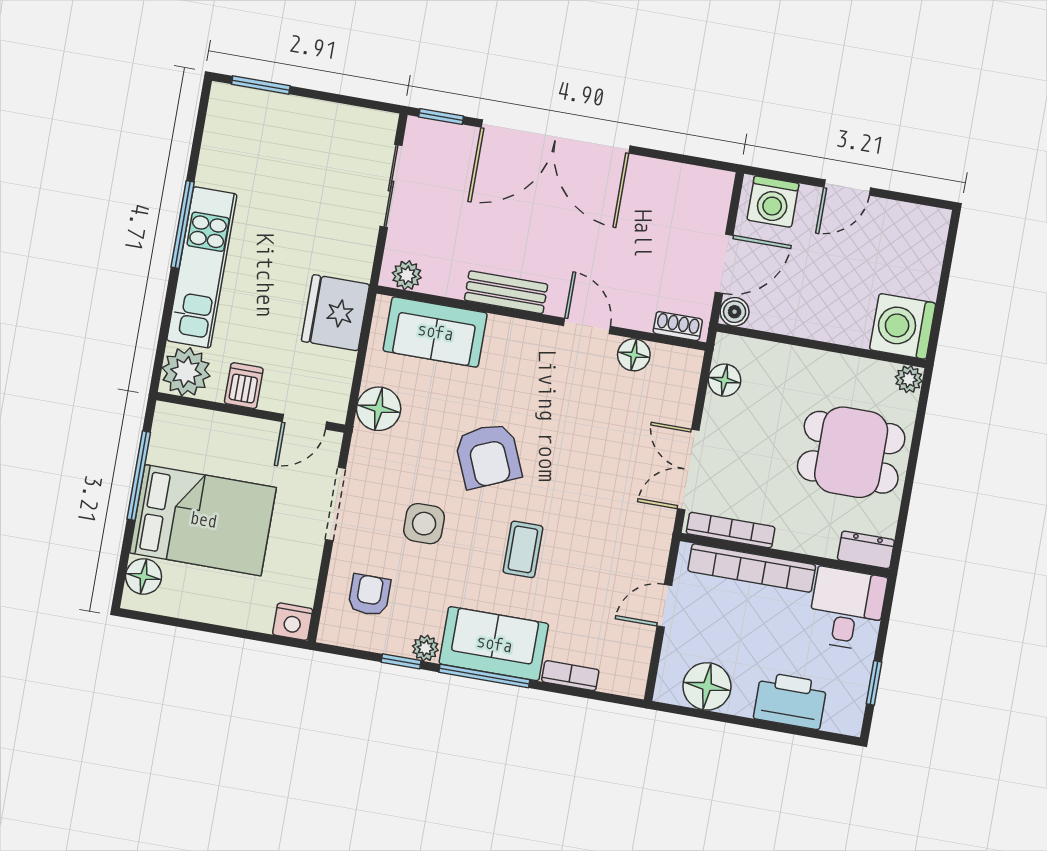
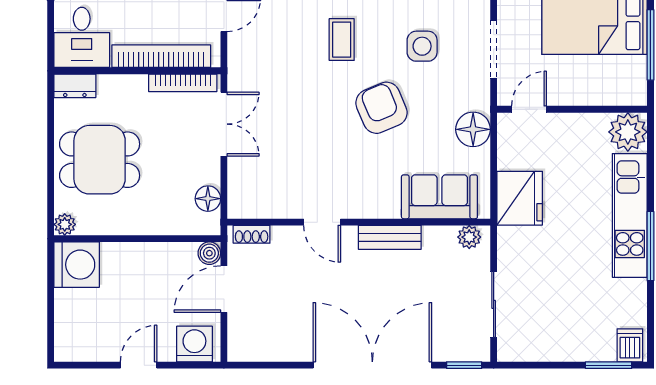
floor lamp: (634, 355) -> (282, 206), removed
dishwasher: (244, 386) -> (630, 345), moved, turned 180

